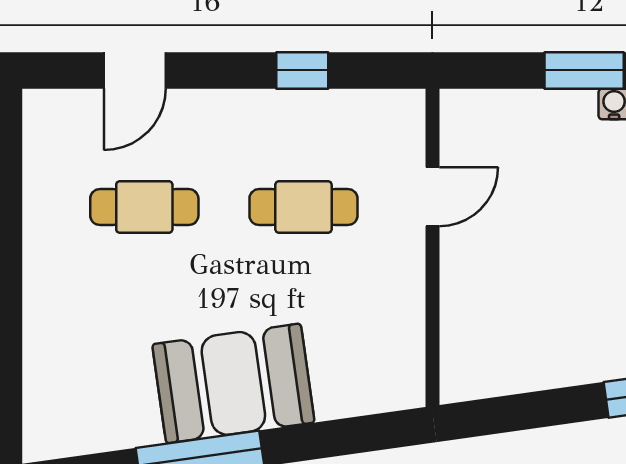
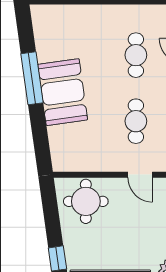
round table: (497, 328) -> (86, 201), added

